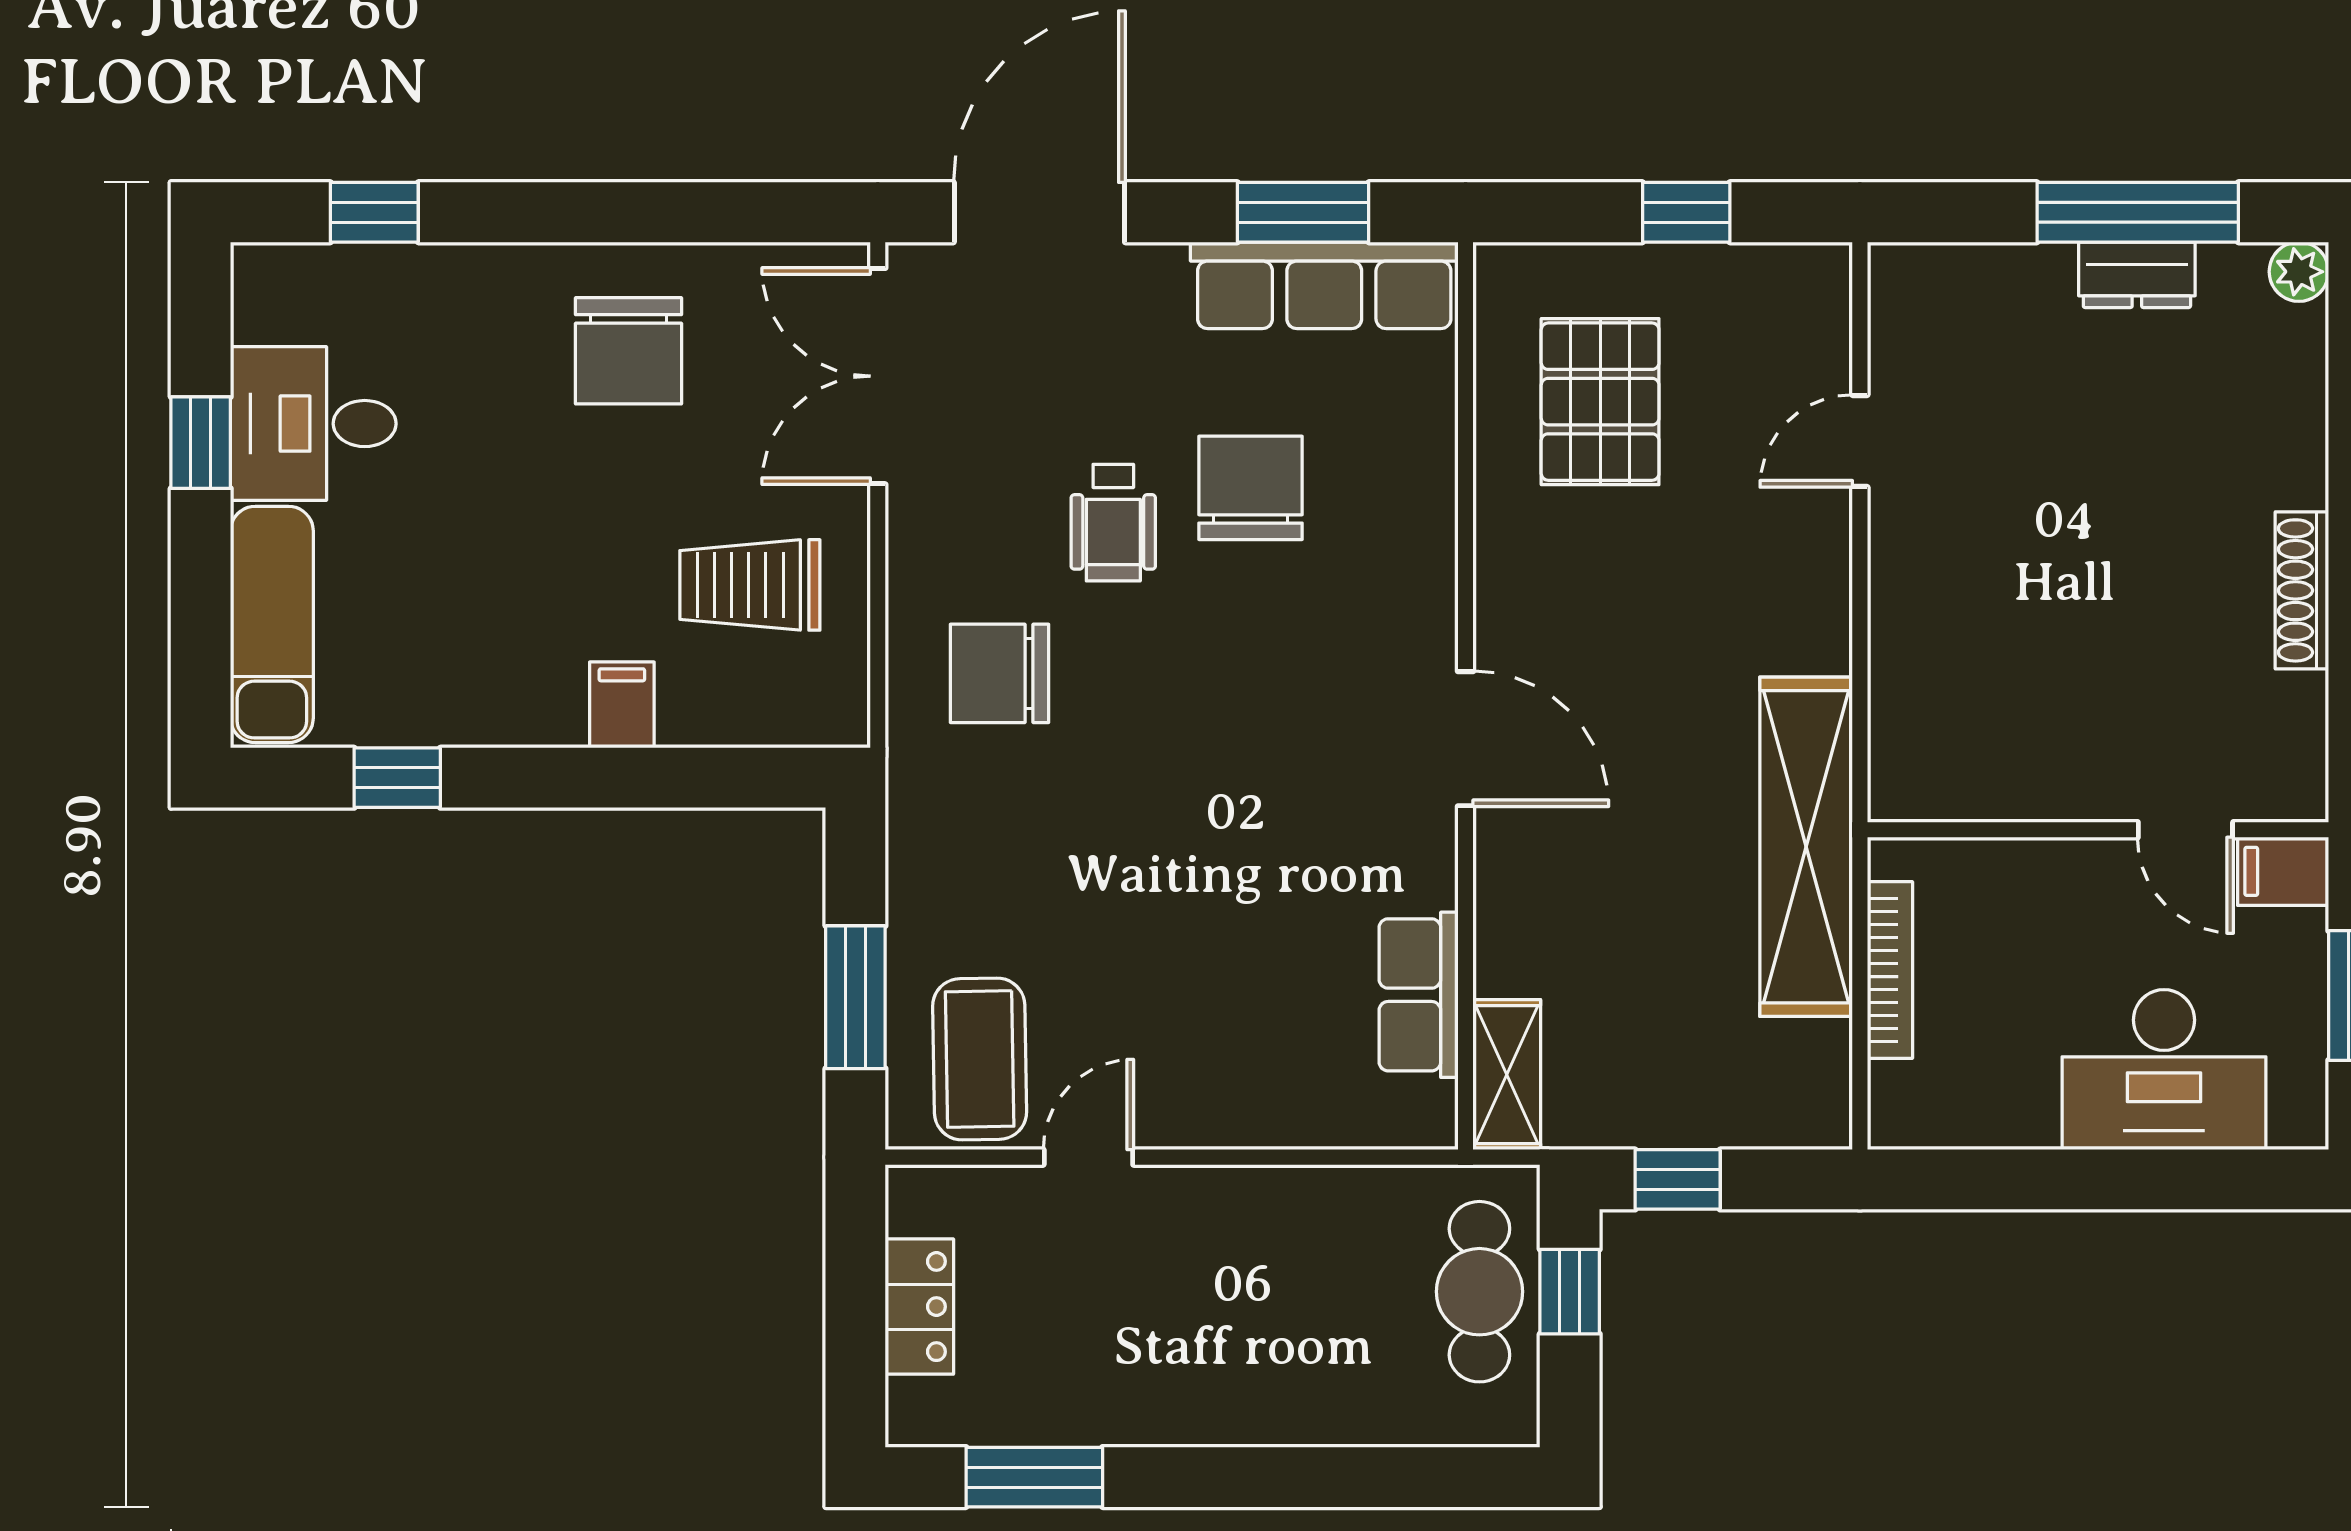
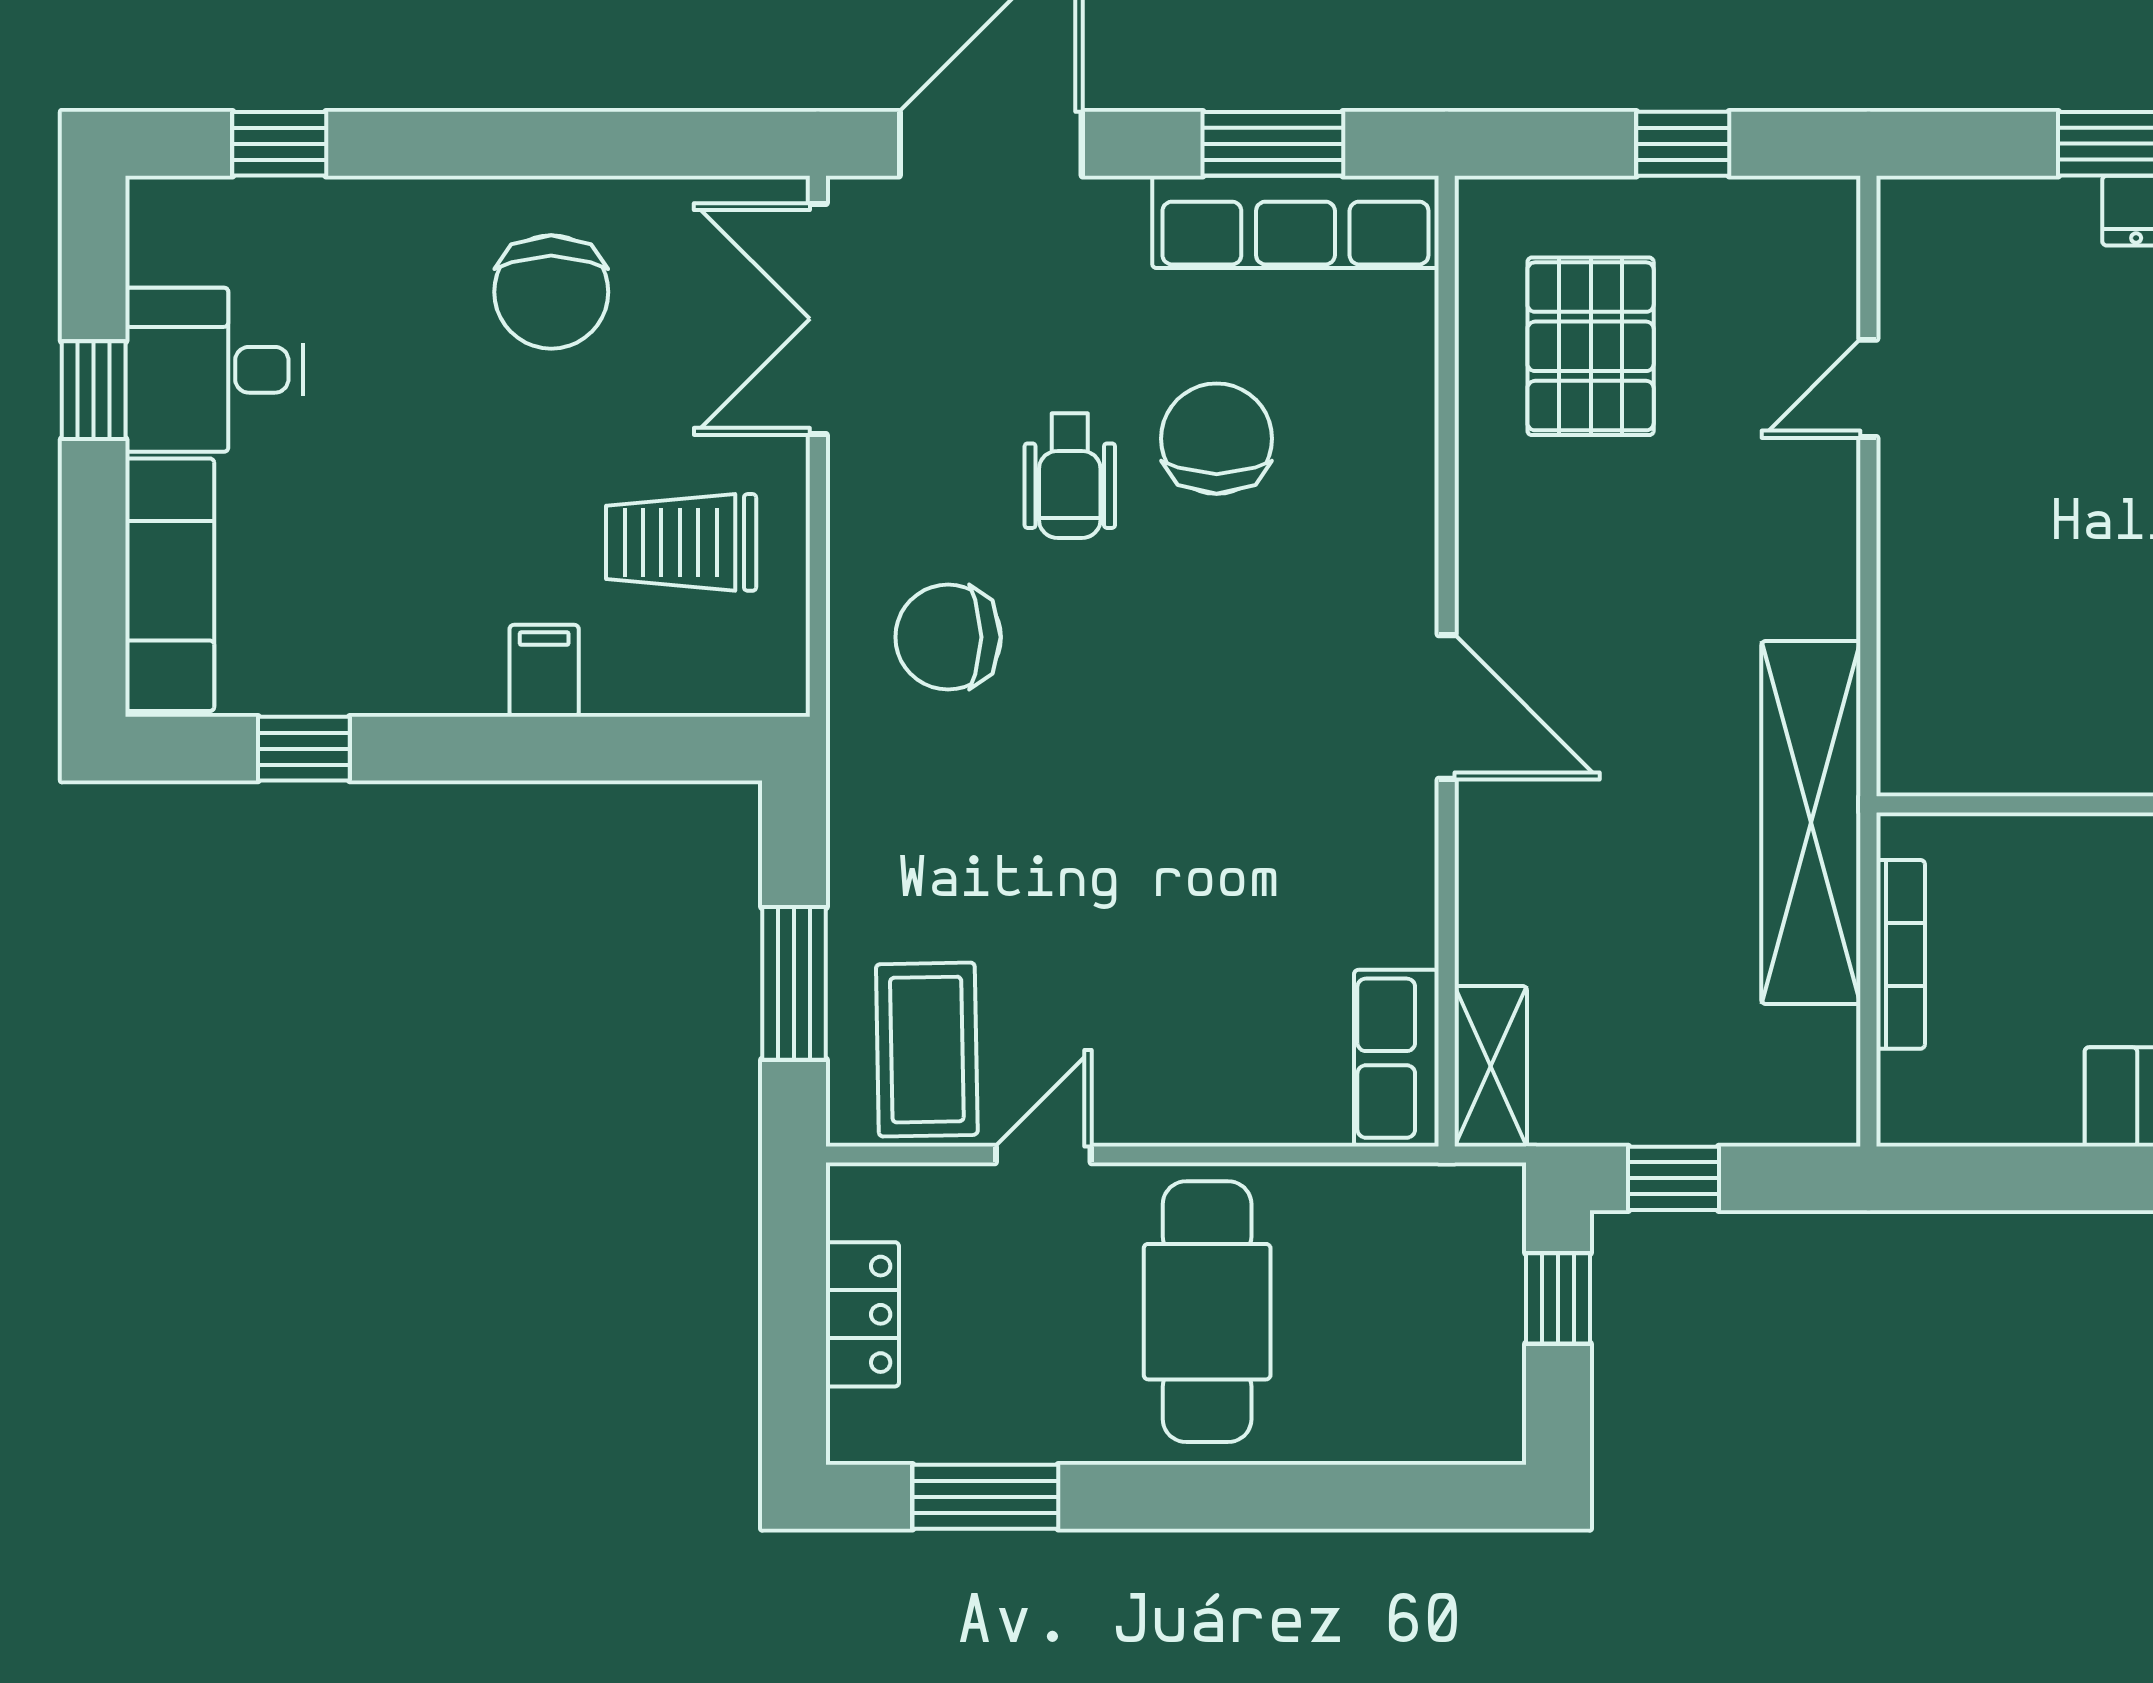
row of seats: (1419, 995) -> (1396, 1058), moved
cafe table: (1479, 1292) -> (1207, 1312), moved, width x1.37, depth x1.35

